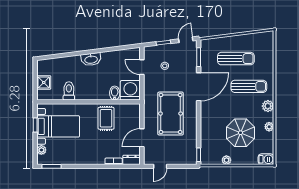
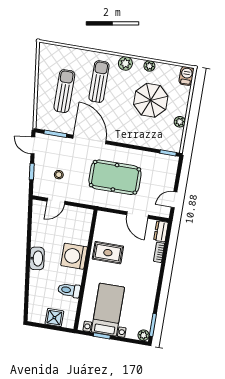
washing machine: (130, 90) -> (74, 256), moved
bidet: (115, 93) -> (80, 238), removed
plant: (41, 150) -> (144, 335), moved
door: (160, 166) -> (174, 200), swing flipped

